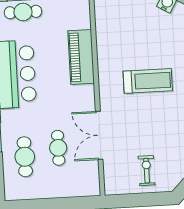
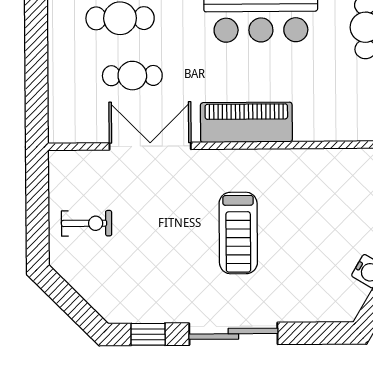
piano: (81, 57) -> (246, 122), moved

